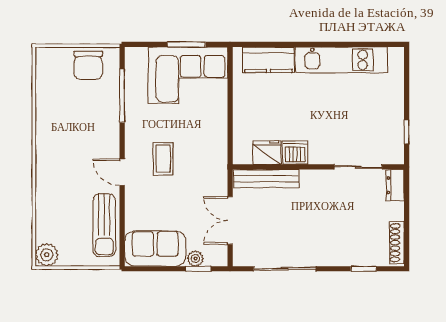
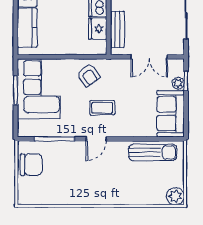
armchair: (206, 141) -> (89, 75), added
door: (122, 172) -> (96, 139), moved
bench: (266, 179) -> (117, 29), width x0.73

